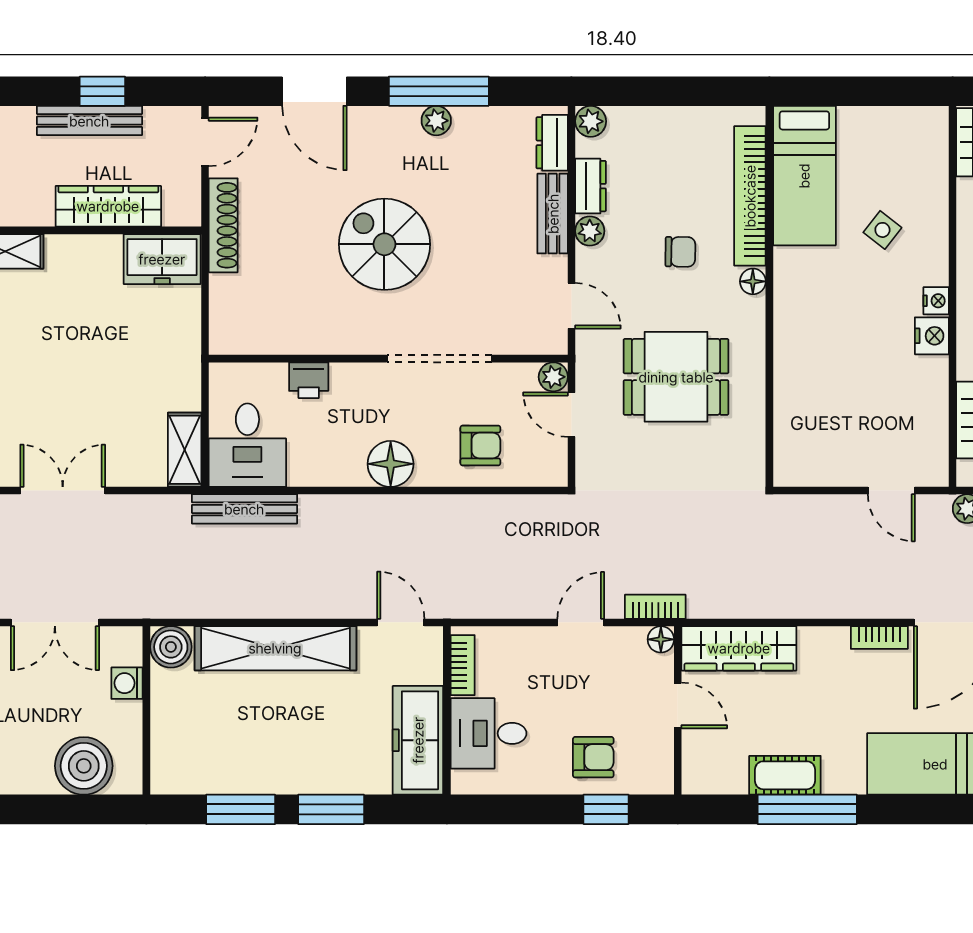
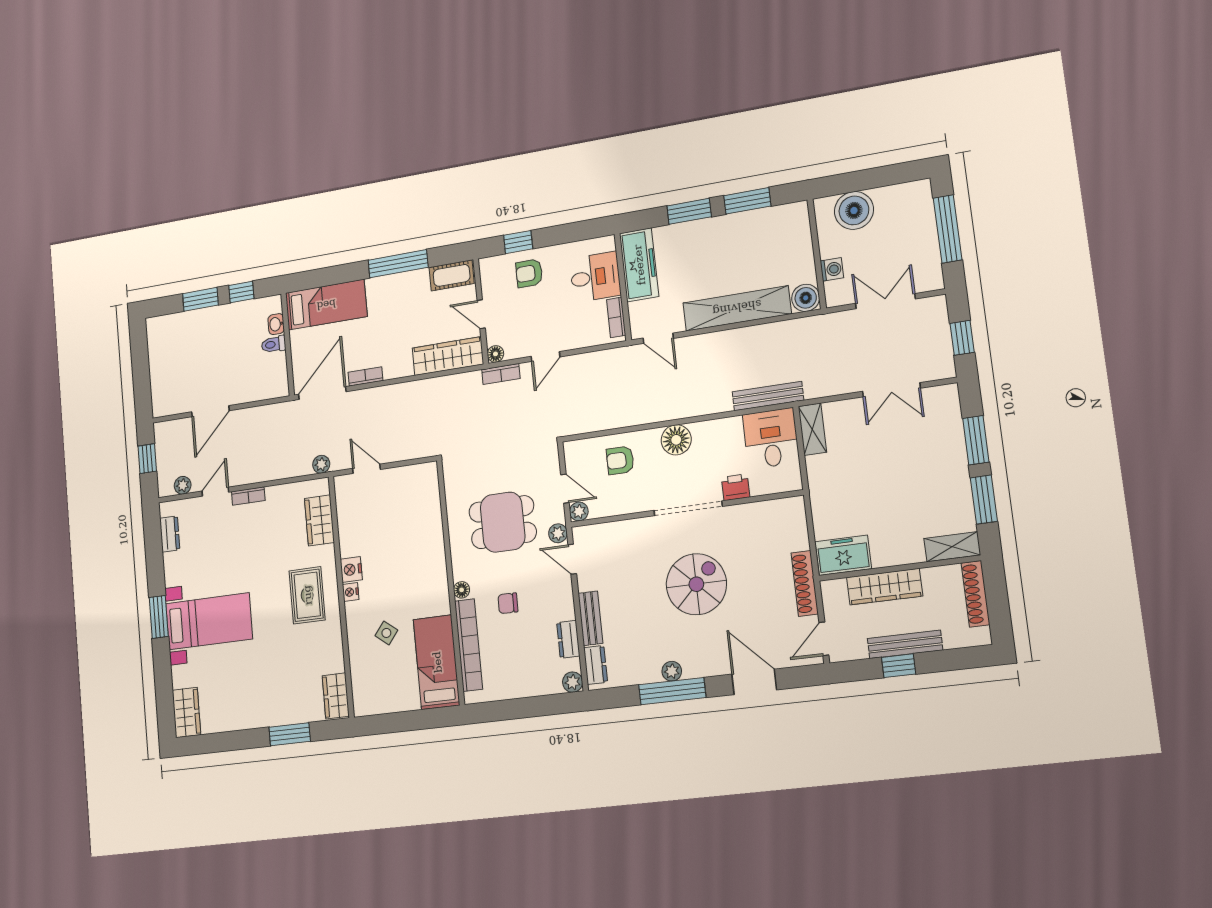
plant: (590, 231) -> (558, 533), moved
spiral stairs: (384, 244) -> (696, 584), turned -90
doorway: (439, 359) -> (688, 508), moved
cot: (785, 775) -> (452, 275), moved

